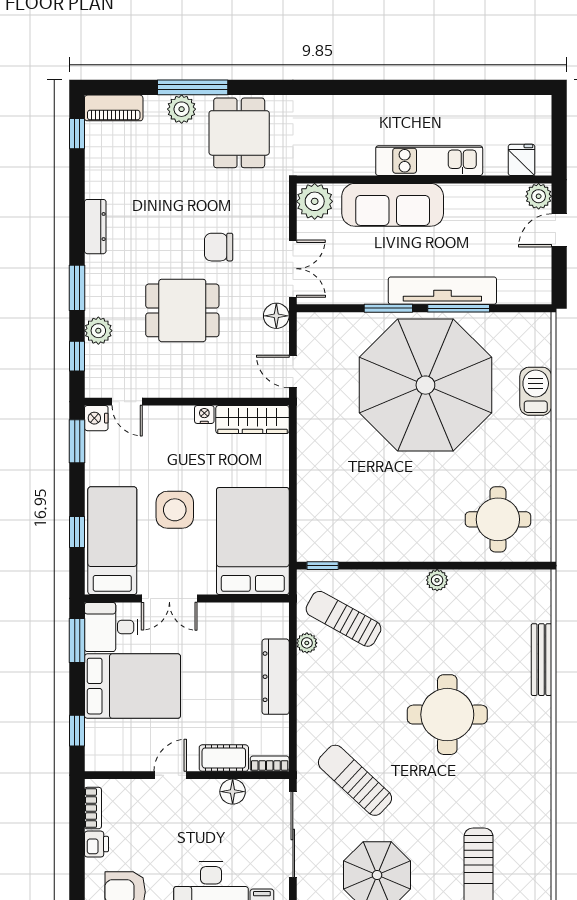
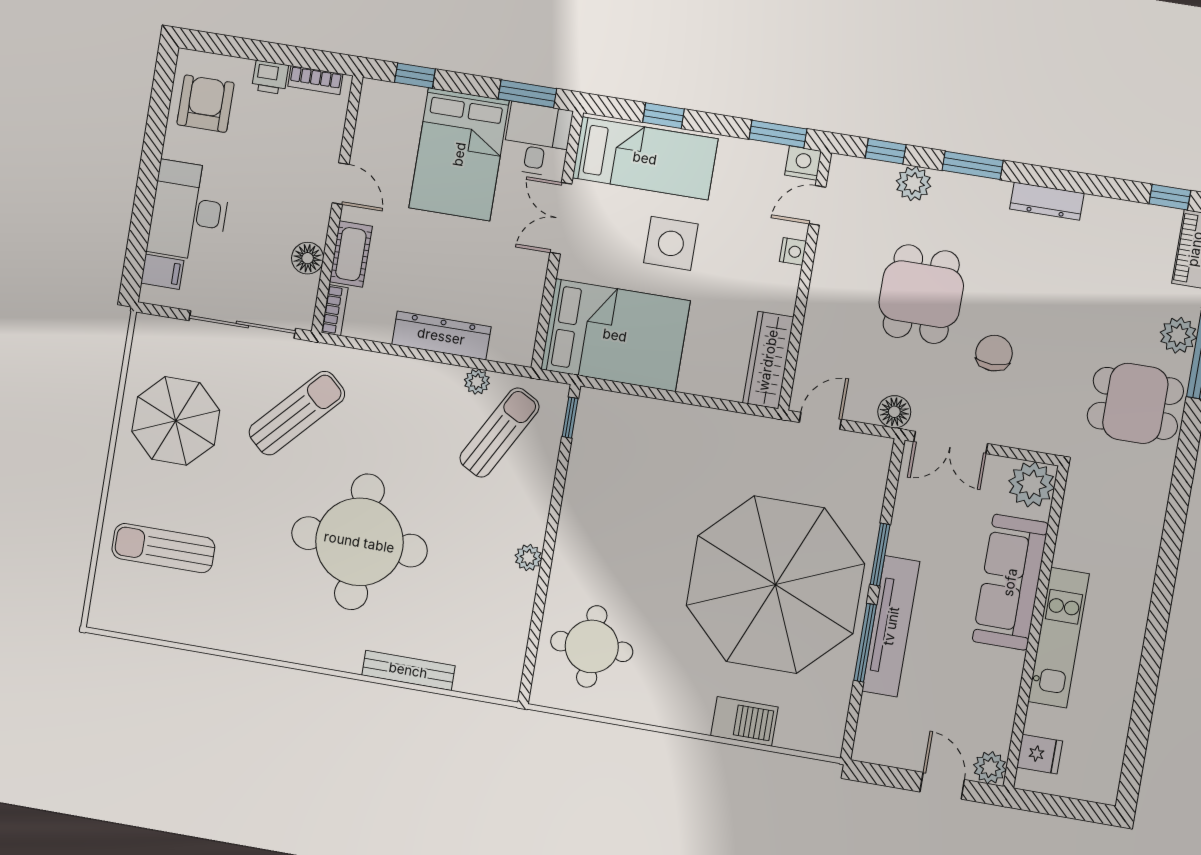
nightstand: (204, 415) -> (793, 251), moved
round table: (447, 715) -> (359, 542), width x1.36, depth x1.36

